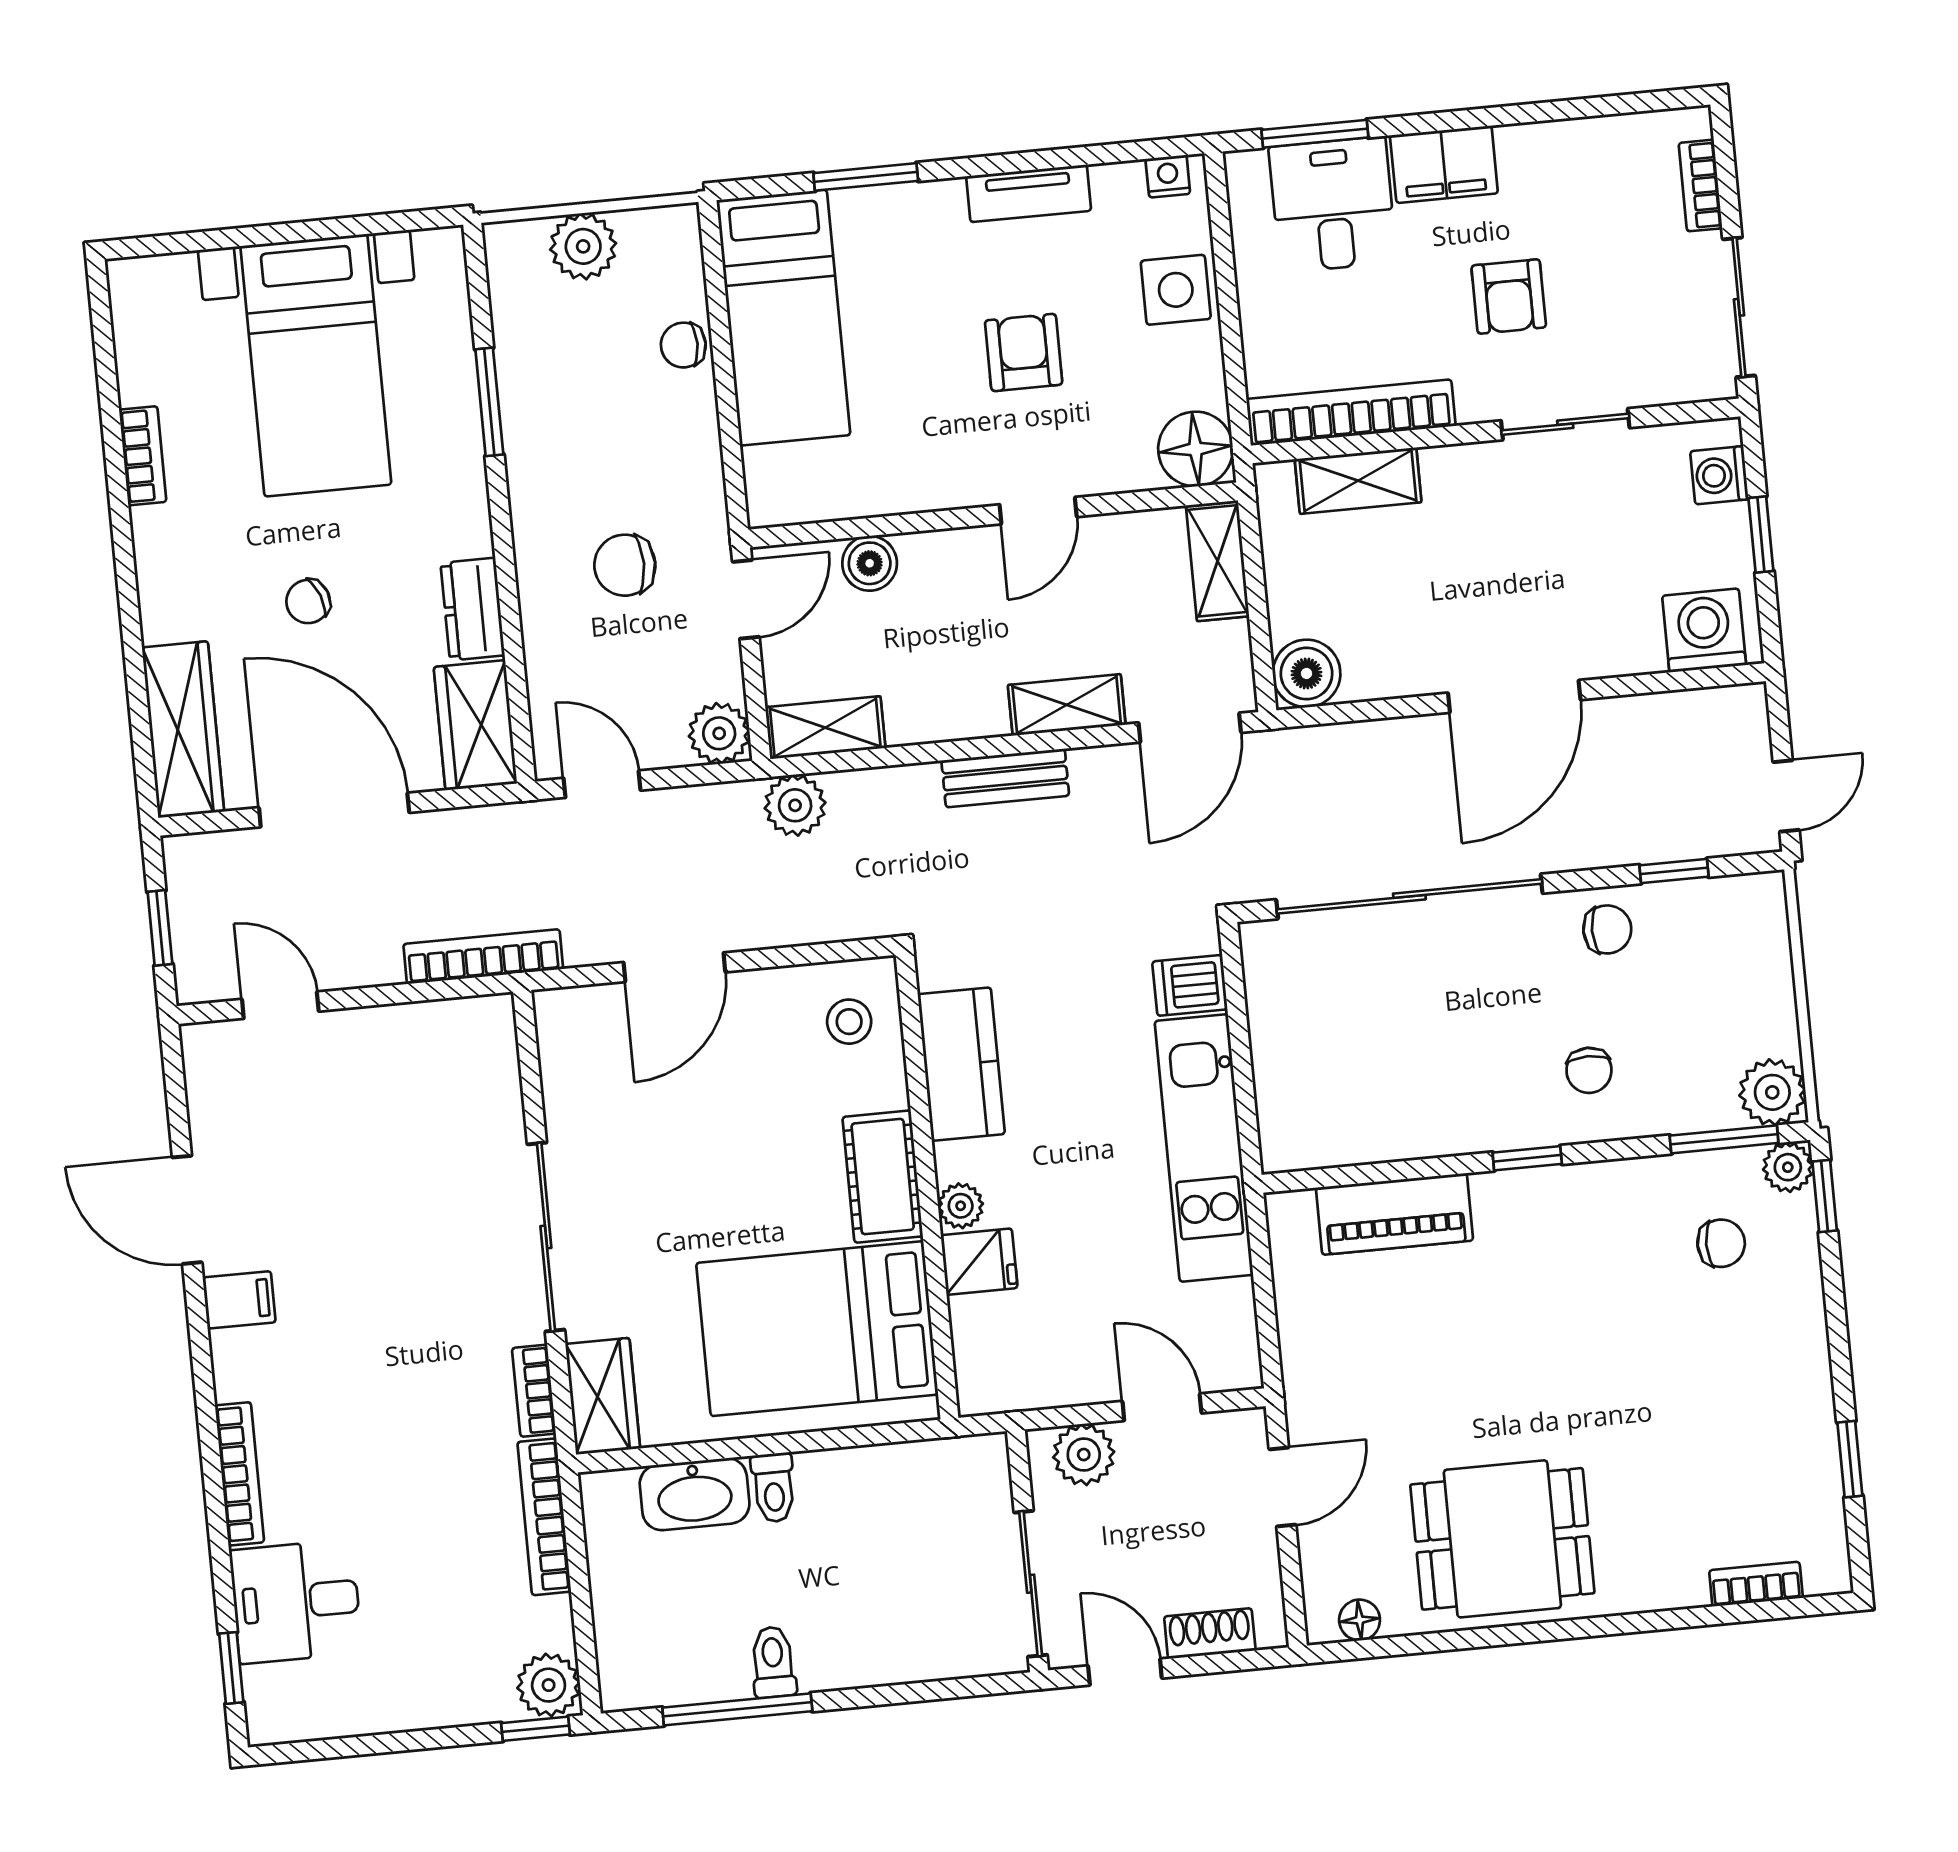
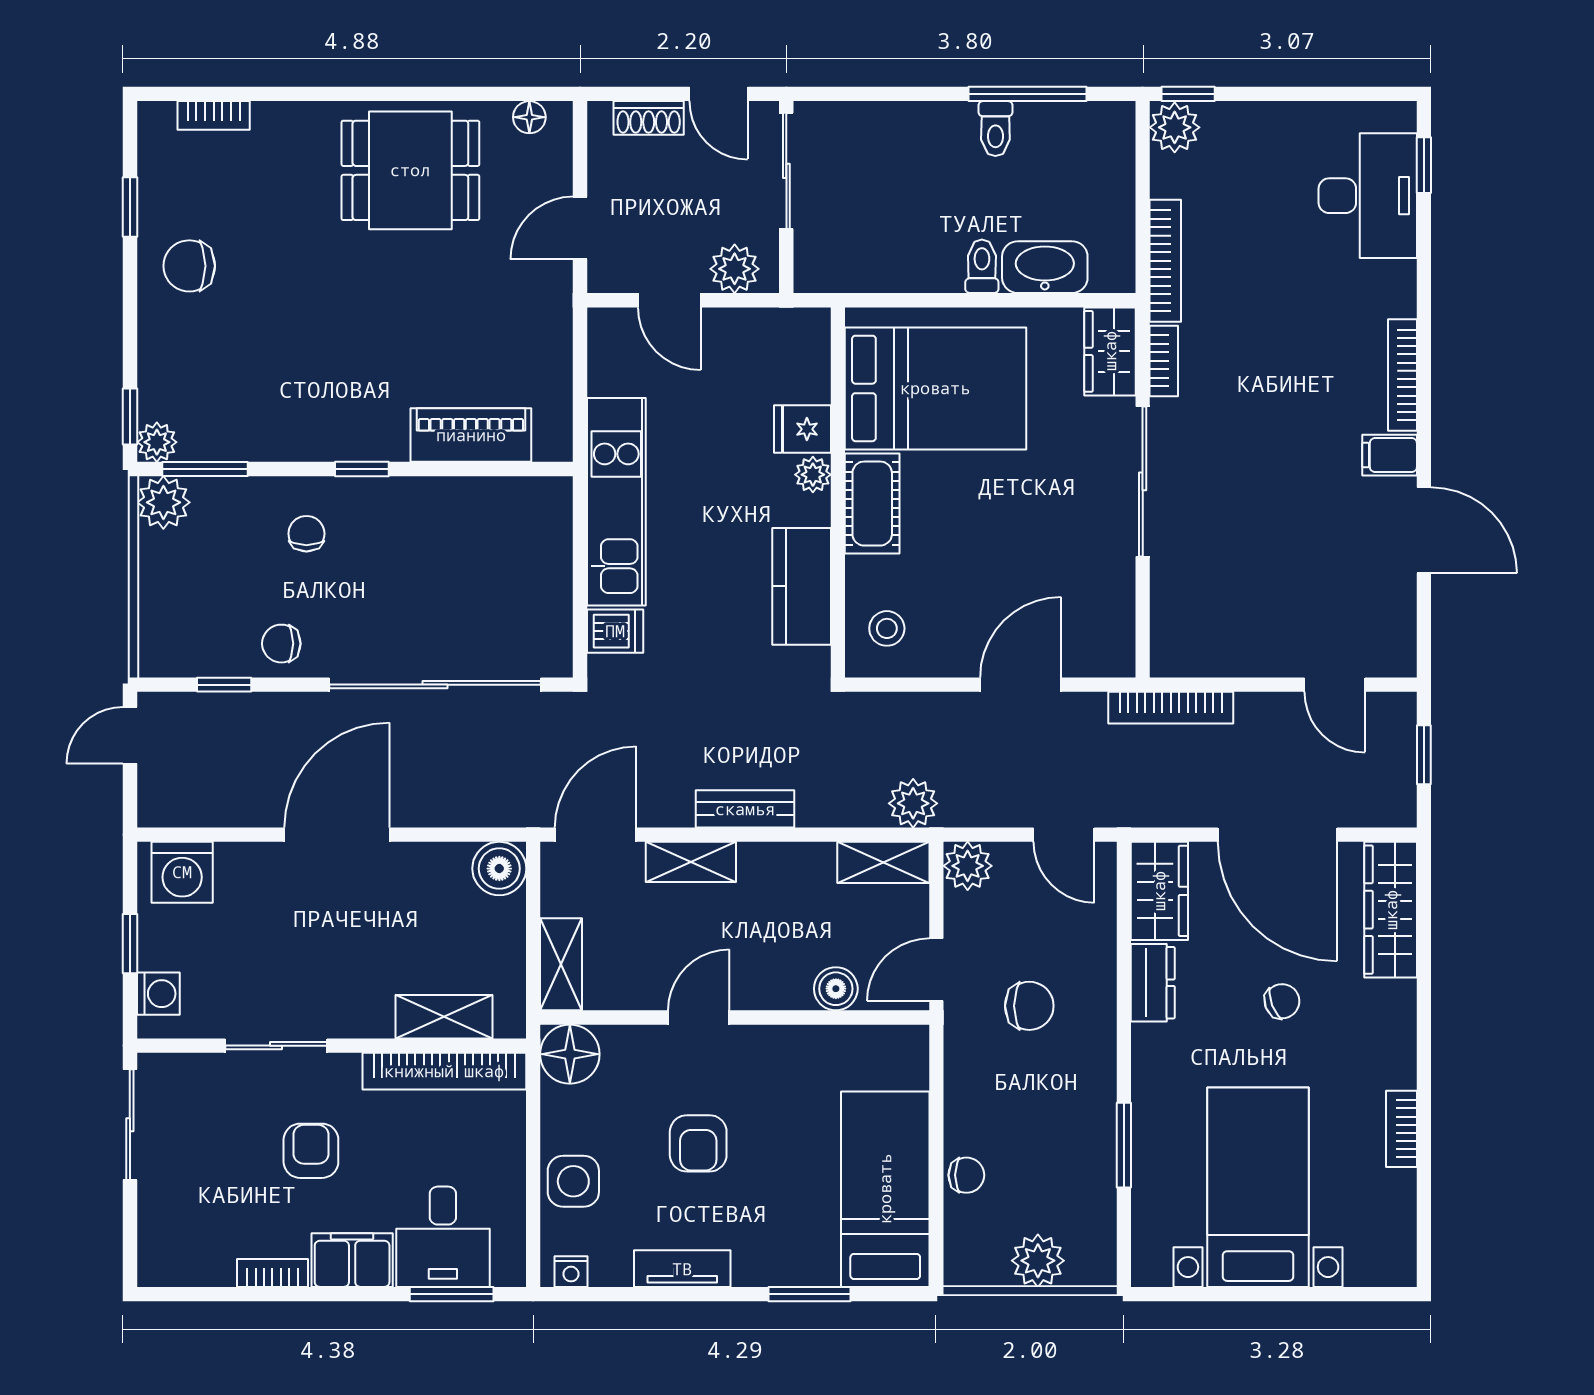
bookcase: (1700, 186) -> (272, 1273), moved, turned -90
chair: (1721, 1243) -> (189, 266), moved, width x1.37, depth x1.37
bookcase: (240, 1474) -> (1402, 375), moved
desk: (296, 1602) -> (1368, 196), width x1.37

